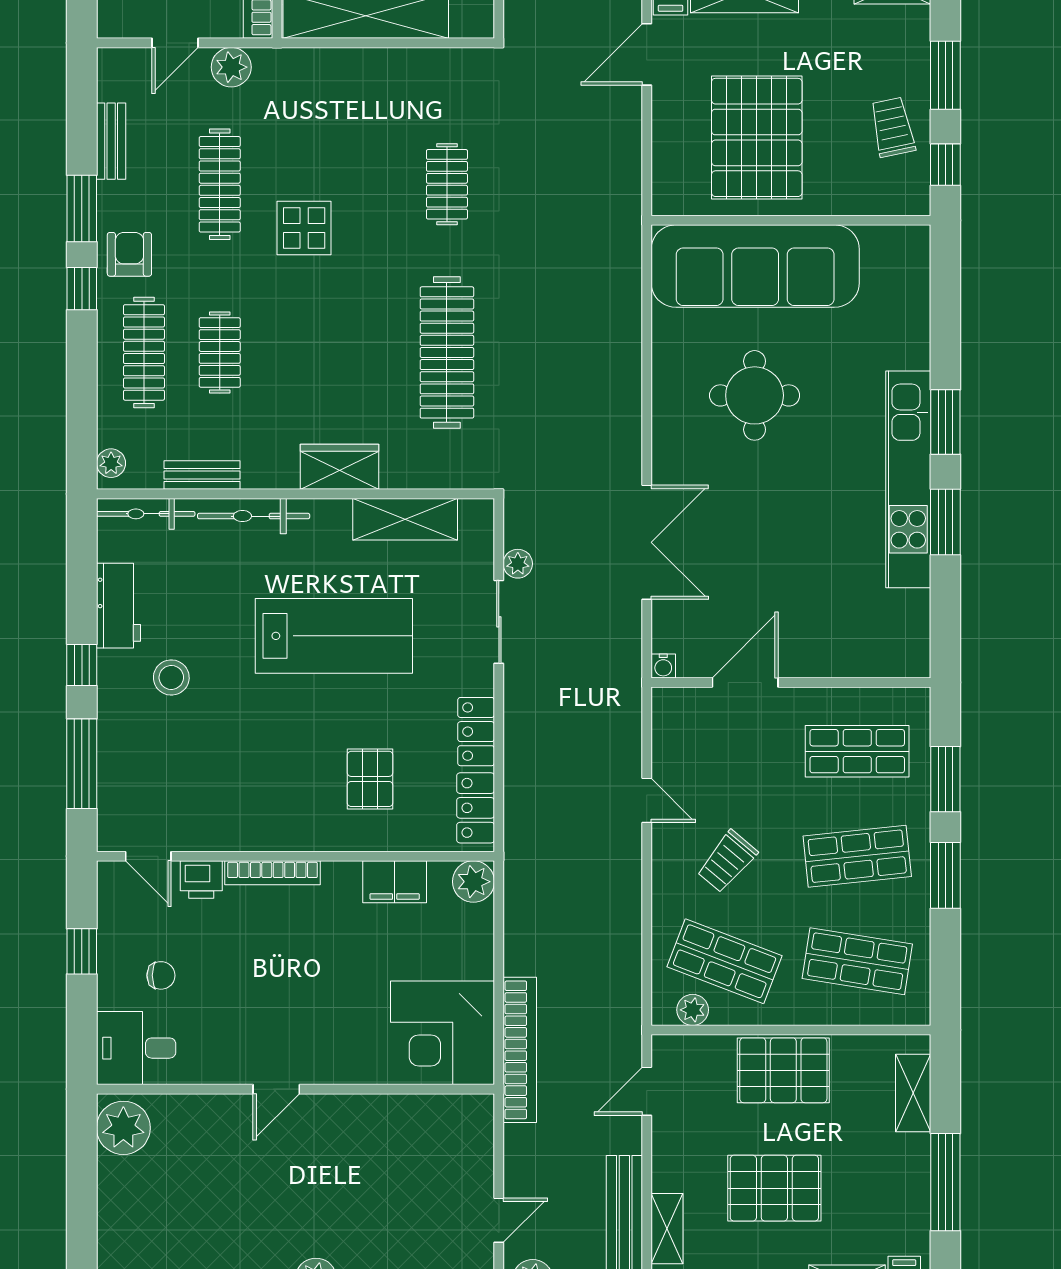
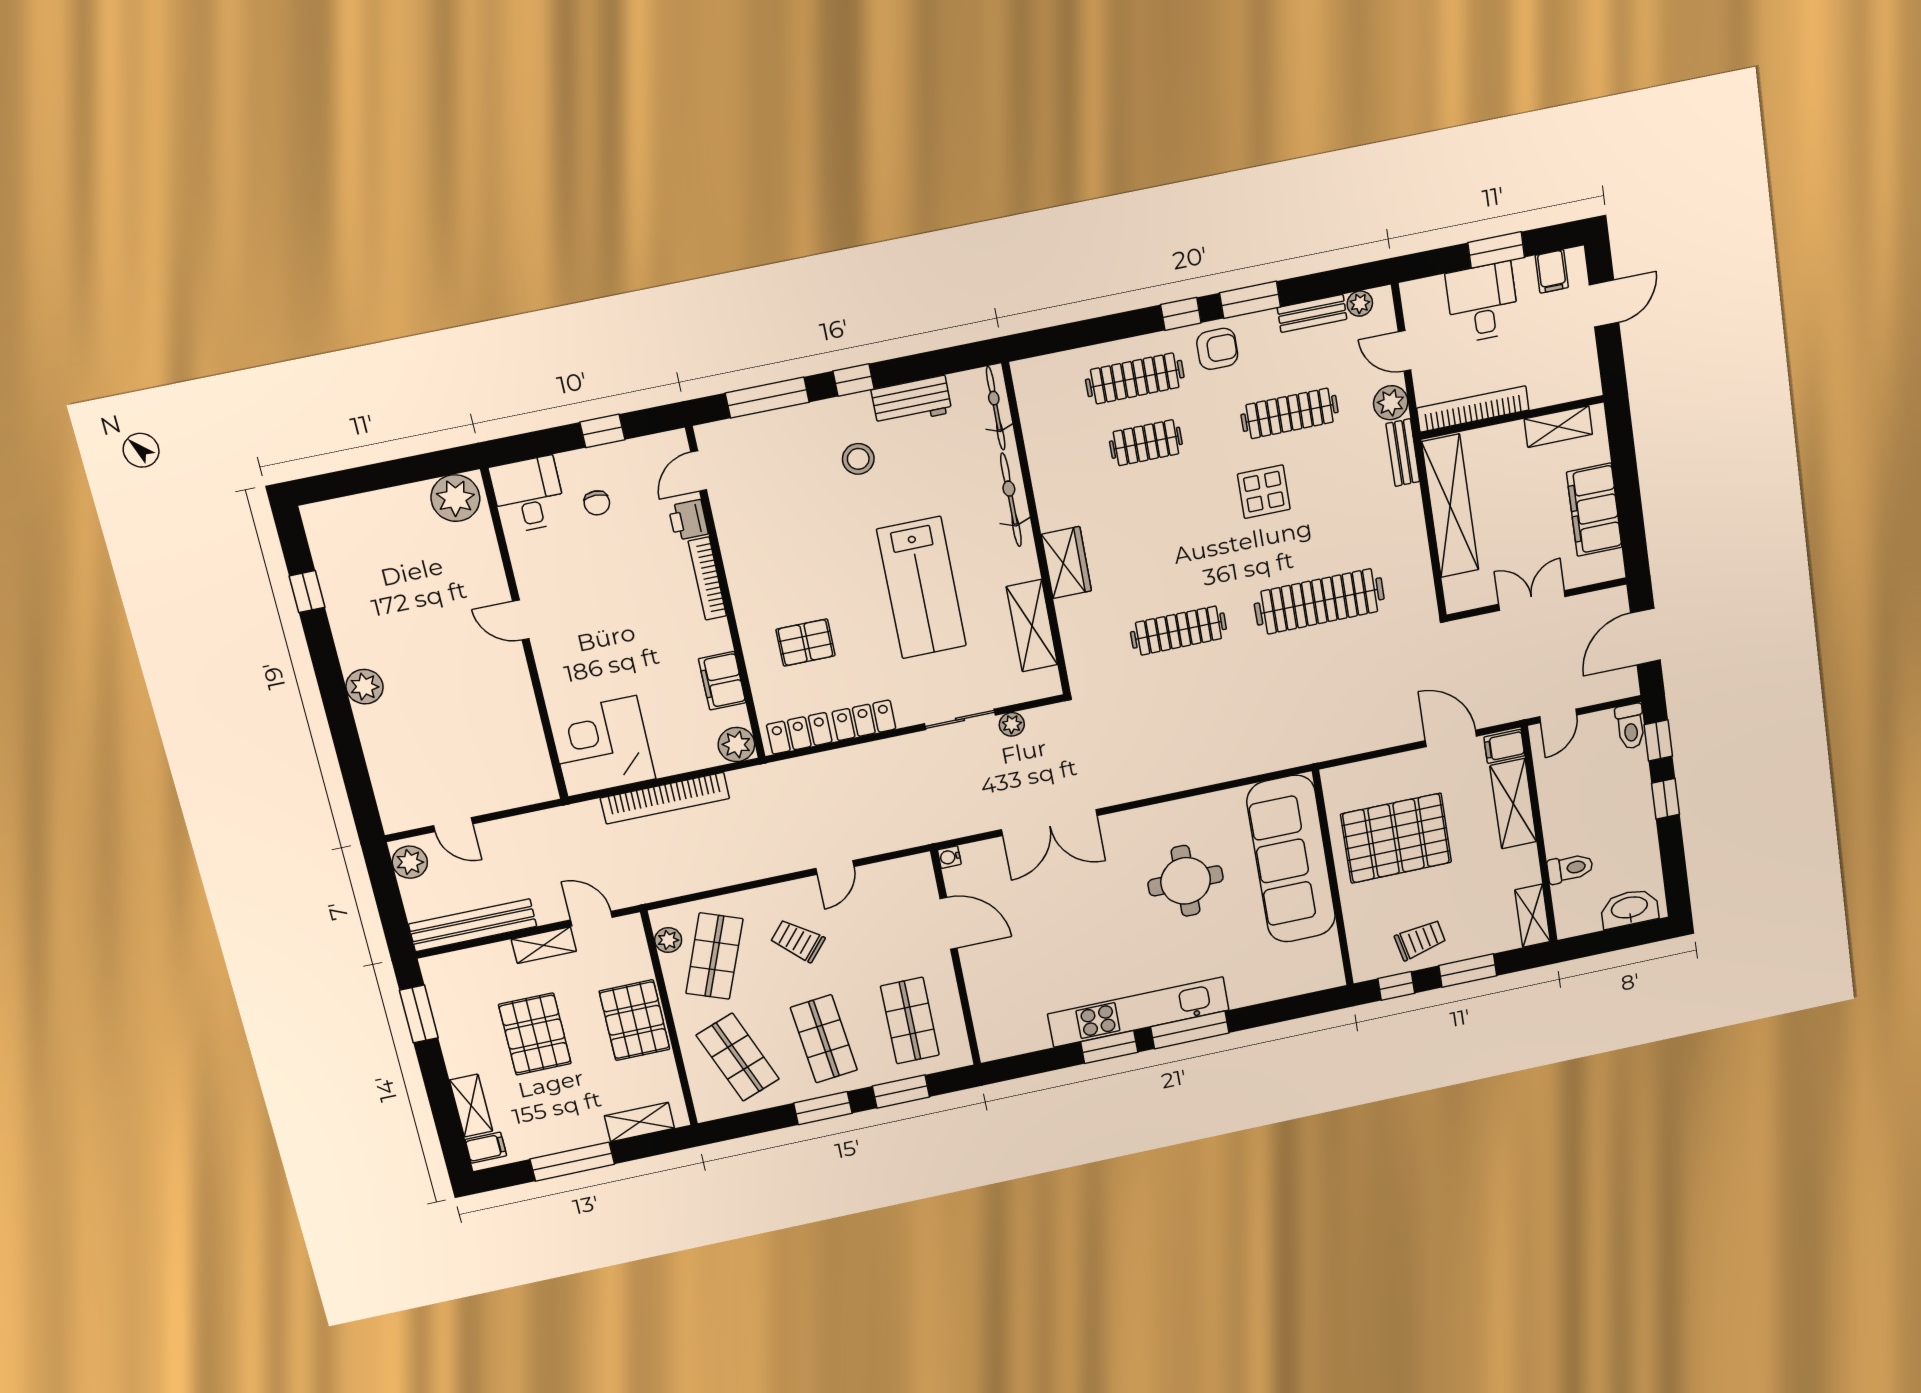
clothes rail: (447, 184) -> (1319, 601), width x1.86, depth x1.31
clothes rail: (447, 352) -> (1179, 631), width x0.73, depth x0.76
window: (945, 422) -> (1190, 1030), width x1.44
plant: (111, 463) -> (1360, 304), moved
bench: (202, 475) -> (1403, 453), moved
shop shelf: (857, 961) -> (738, 1057), turned -30
bookcase: (520, 1050) -> (665, 798), moved
shelving: (667, 1229) -> (544, 945), moved

